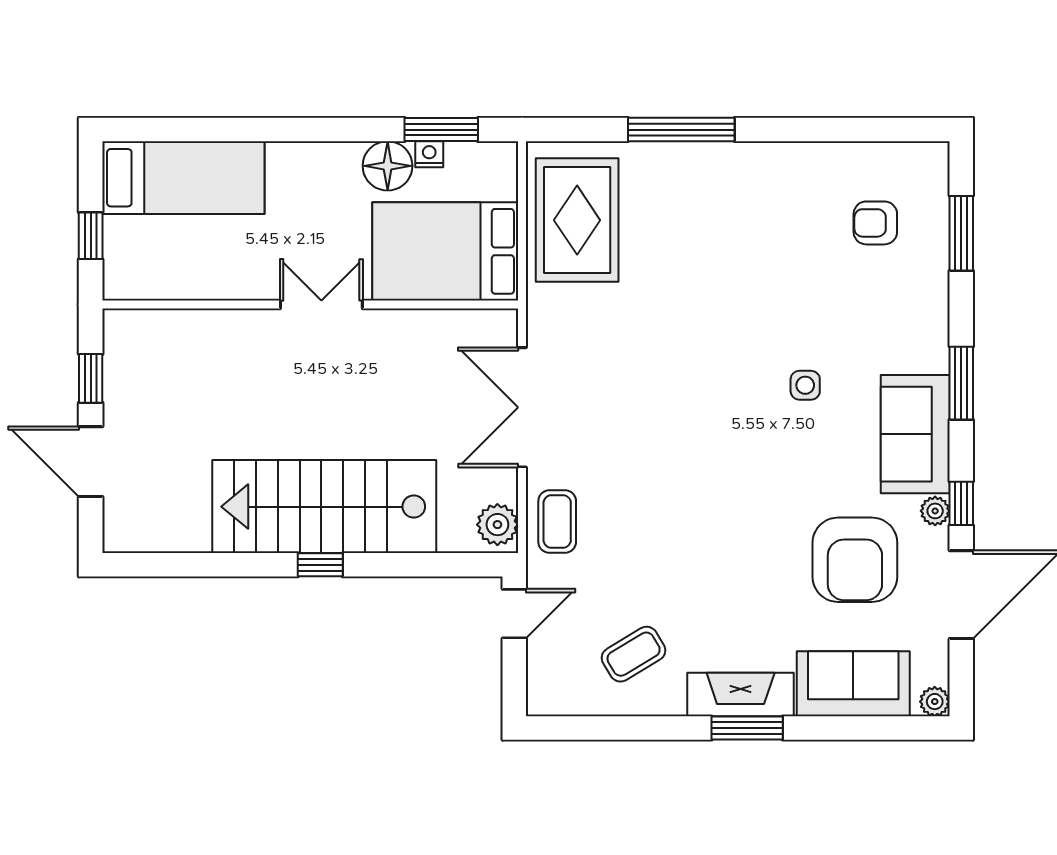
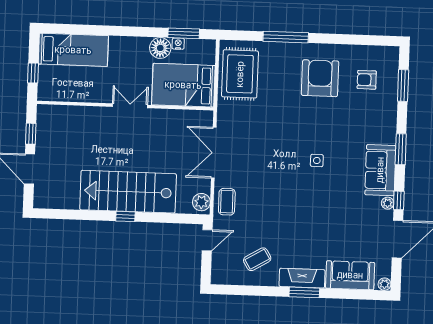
side table: (805, 385) -> (317, 160), moved
armchair: (855, 560) -> (320, 78), moved, turned 180

